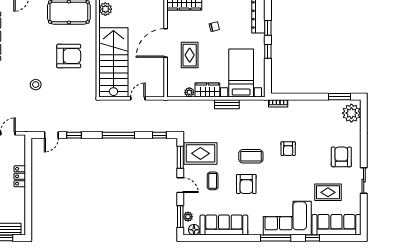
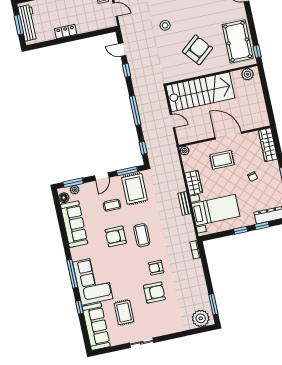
armchair: (69, 56) -> (197, 50), turned -130
plant: (189, 92) -> (185, 151), moved
armchair: (341, 157) -> (154, 293), moved
locker: (20, 176) -> (66, 31), moved

